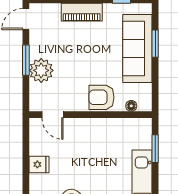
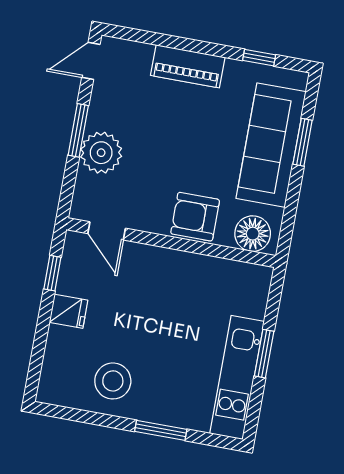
floor lamp: (131, 106) -> (253, 234), width x1.89, depth x1.89
window: (26, 144) -> (52, 273), added
window: (155, 149) -> (264, 354), moved

